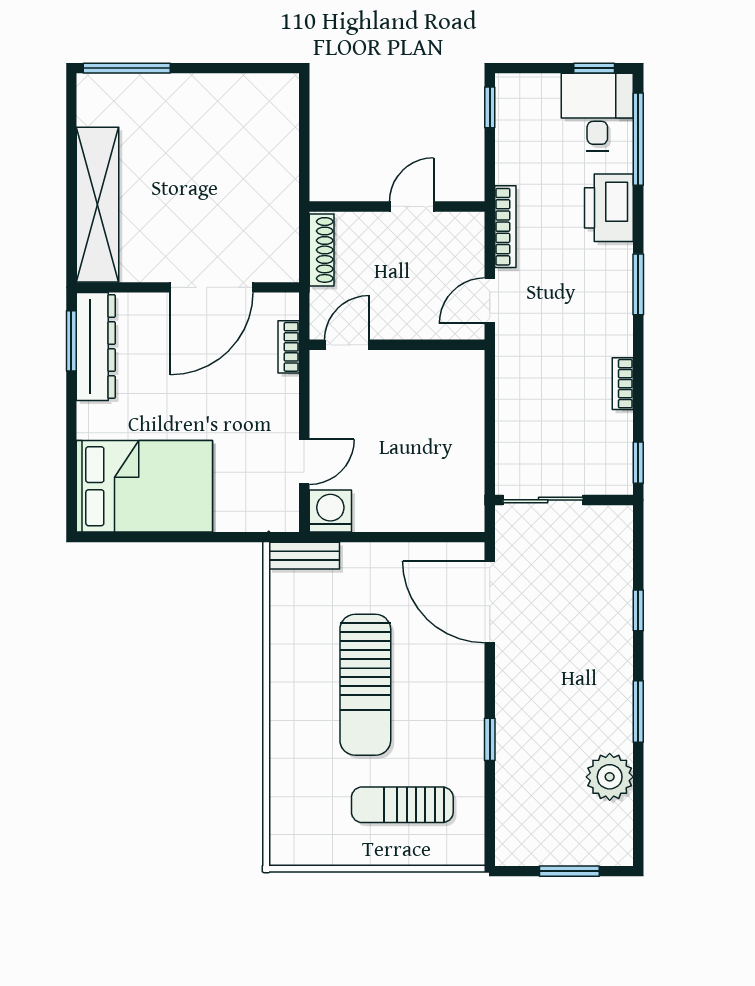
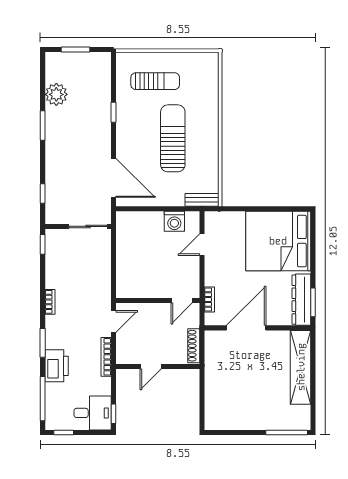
desk: (597, 112) -> (93, 413), moved, turned -90
window: (638, 284) -> (43, 343), moved
bookcase: (623, 384) -> (50, 302), moved
bed: (144, 486) -> (278, 241), width x1.36
washing machine: (330, 511) -> (174, 221), moved
window: (638, 610) -> (43, 193), moved

